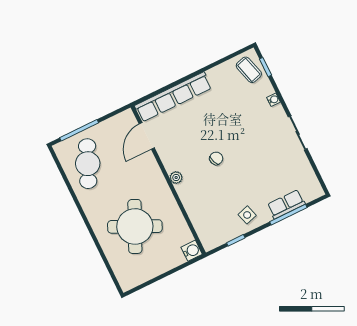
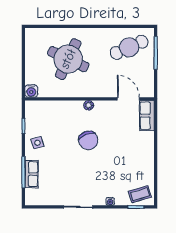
row of seats: (173, 97) -> (147, 116), width x0.50
chair: (216, 158) -> (88, 140), width x1.87, depth x1.87
cafe table: (88, 164) -> (129, 47), turned -48

